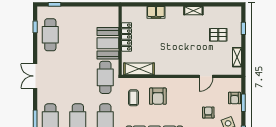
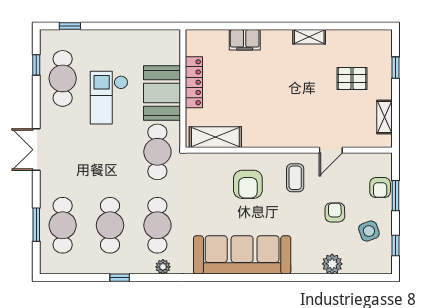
checkout: (77, 46) -> (109, 98), added
coffee table: (133, 98) -> (295, 178), moved

